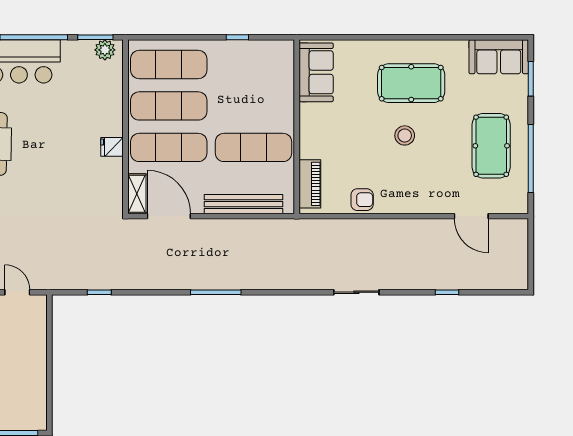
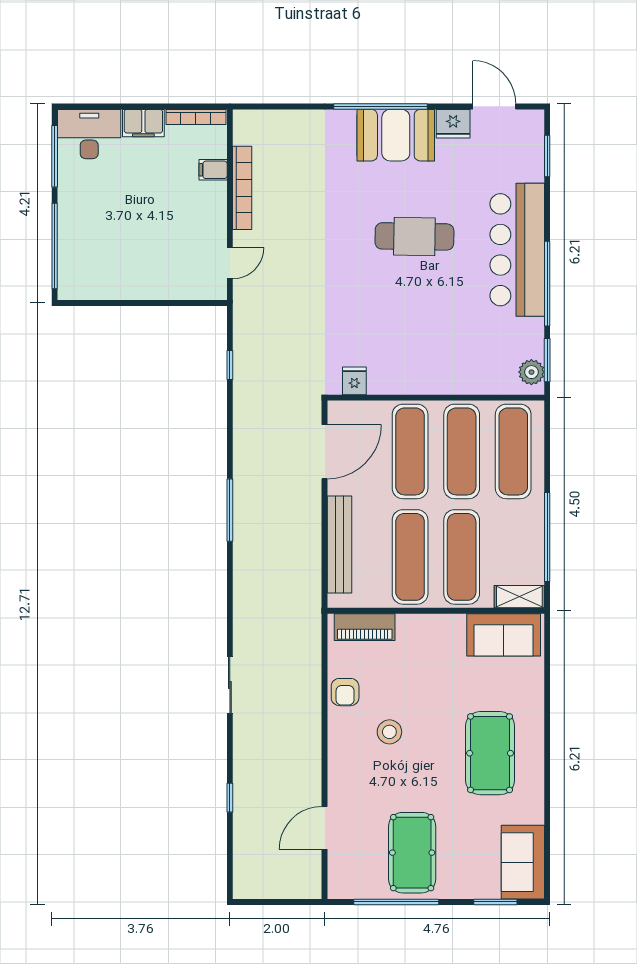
window: (237, 37) -> (547, 537), width x3.17
exercise mat: (253, 106) -> (462, 557), added
stool: (405, 135) -> (389, 732), moved
pool table: (491, 146) -> (412, 853), turned 90
fridge: (112, 147) -> (354, 381), moved
shelving: (137, 194) -> (519, 597), moved

